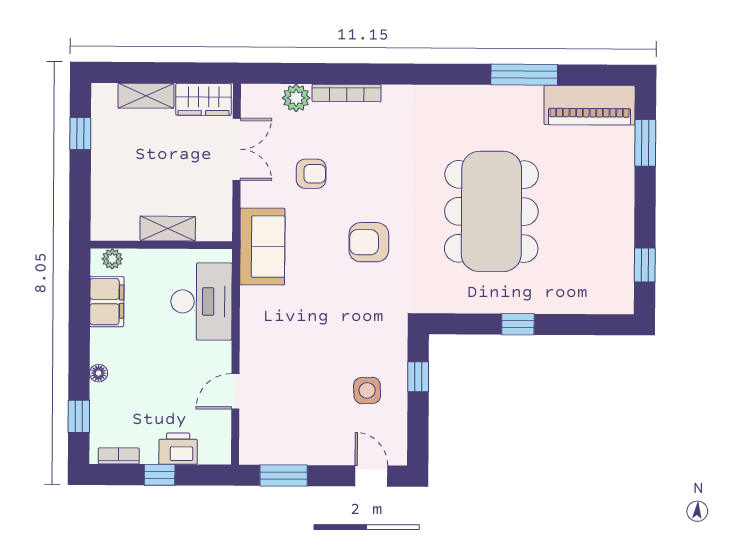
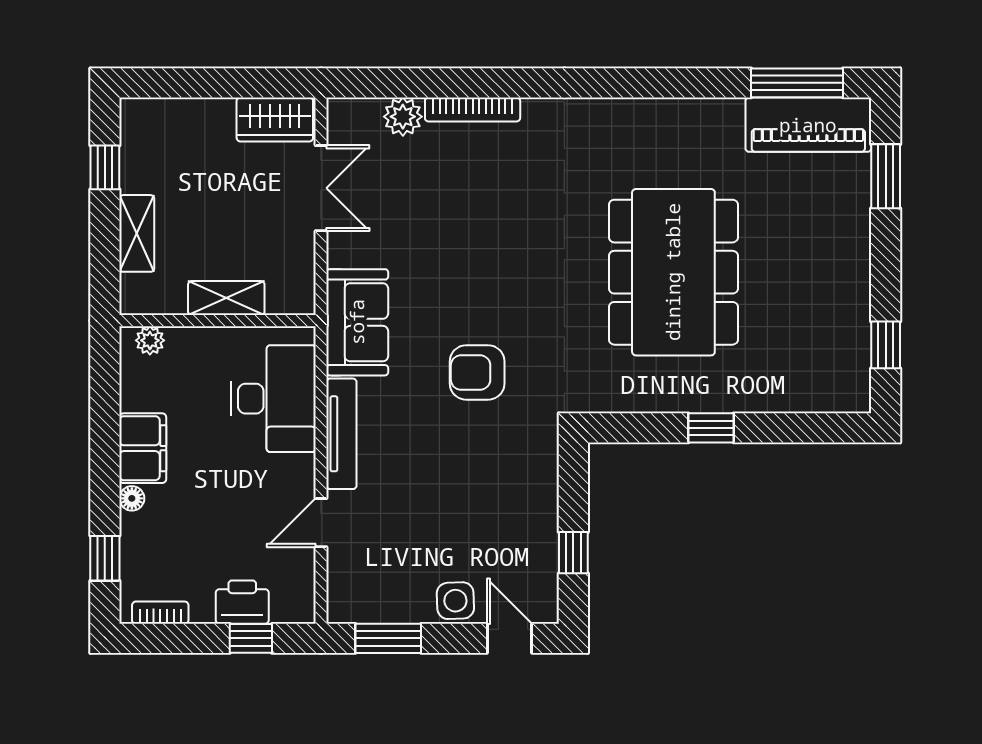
window: (524, 75) -> (797, 83), moved
shelving: (146, 96) -> (137, 233), moved, turned 90
armchair: (311, 174) -> (424, 221), removed
armchair: (369, 242) -> (477, 372), moved
filing cabinet: (107, 302) -> (143, 448), moved
tv unit: (250, 327) -> (341, 434), added
window: (418, 377) -> (573, 553), moved
side table: (367, 390) -> (455, 601), moved
window: (160, 475) -> (251, 638), moved

